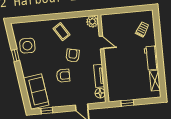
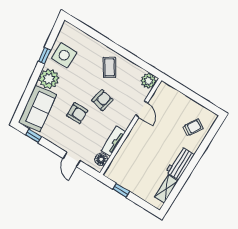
plant: (29, 68) -> (49, 79), added

